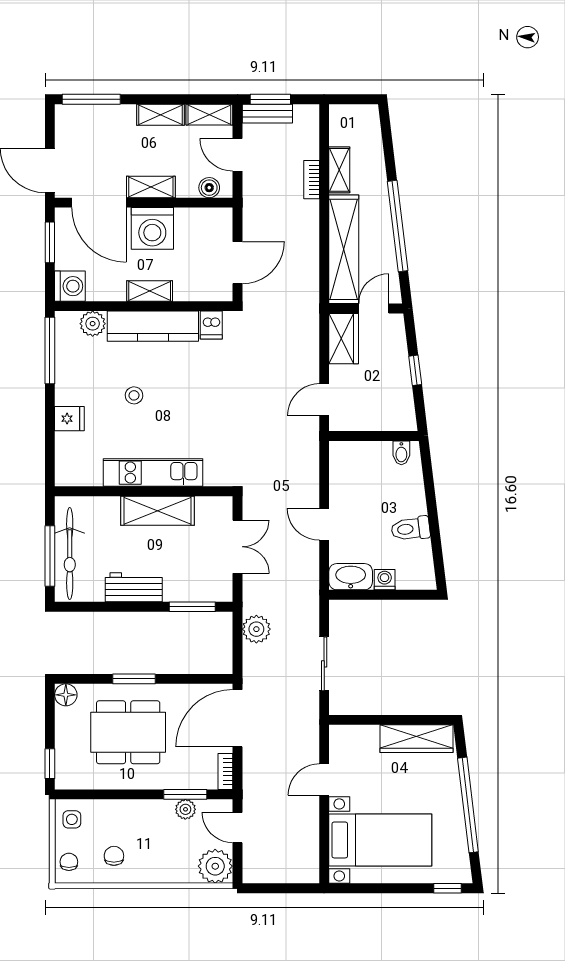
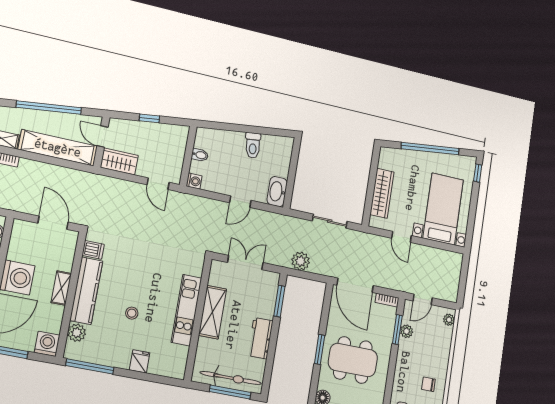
bidet: (401, 453) -> (200, 155), moved
washing machine: (385, 580) -> (194, 181), moved, turned 180
dining table: (128, 732) -> (353, 360), turned 90
wardrobe: (416, 739) -> (382, 193), moved
plant: (215, 866) -> (449, 320), width x0.53, depth x0.53

